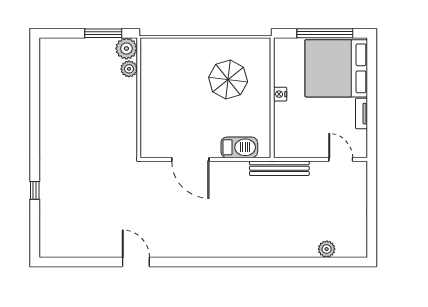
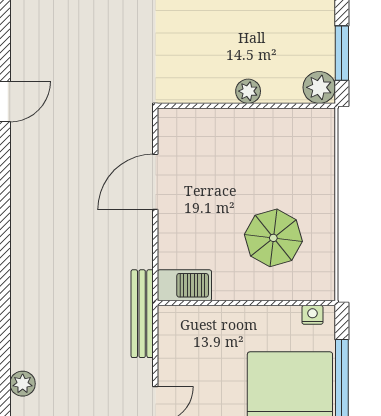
plant: (129, 69) -> (248, 91), moved
nightstand: (280, 94) -> (312, 315), moved
barbecue: (239, 147) -> (184, 285), moved, turned -90

